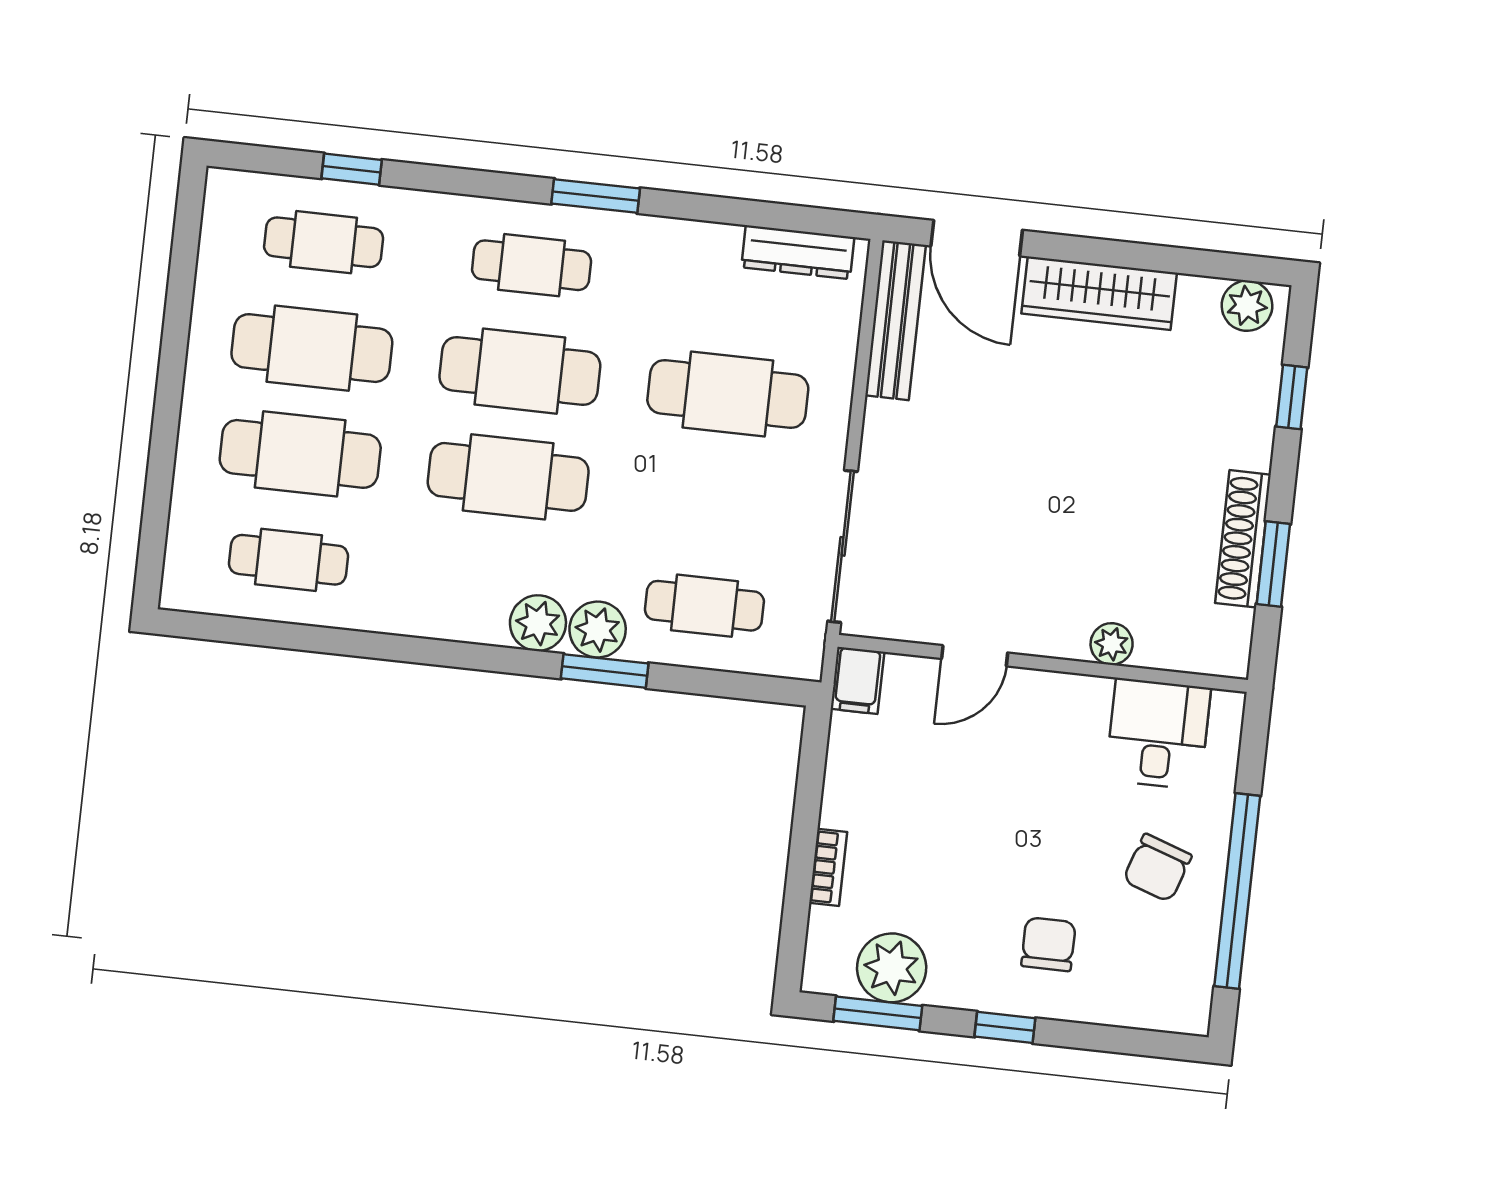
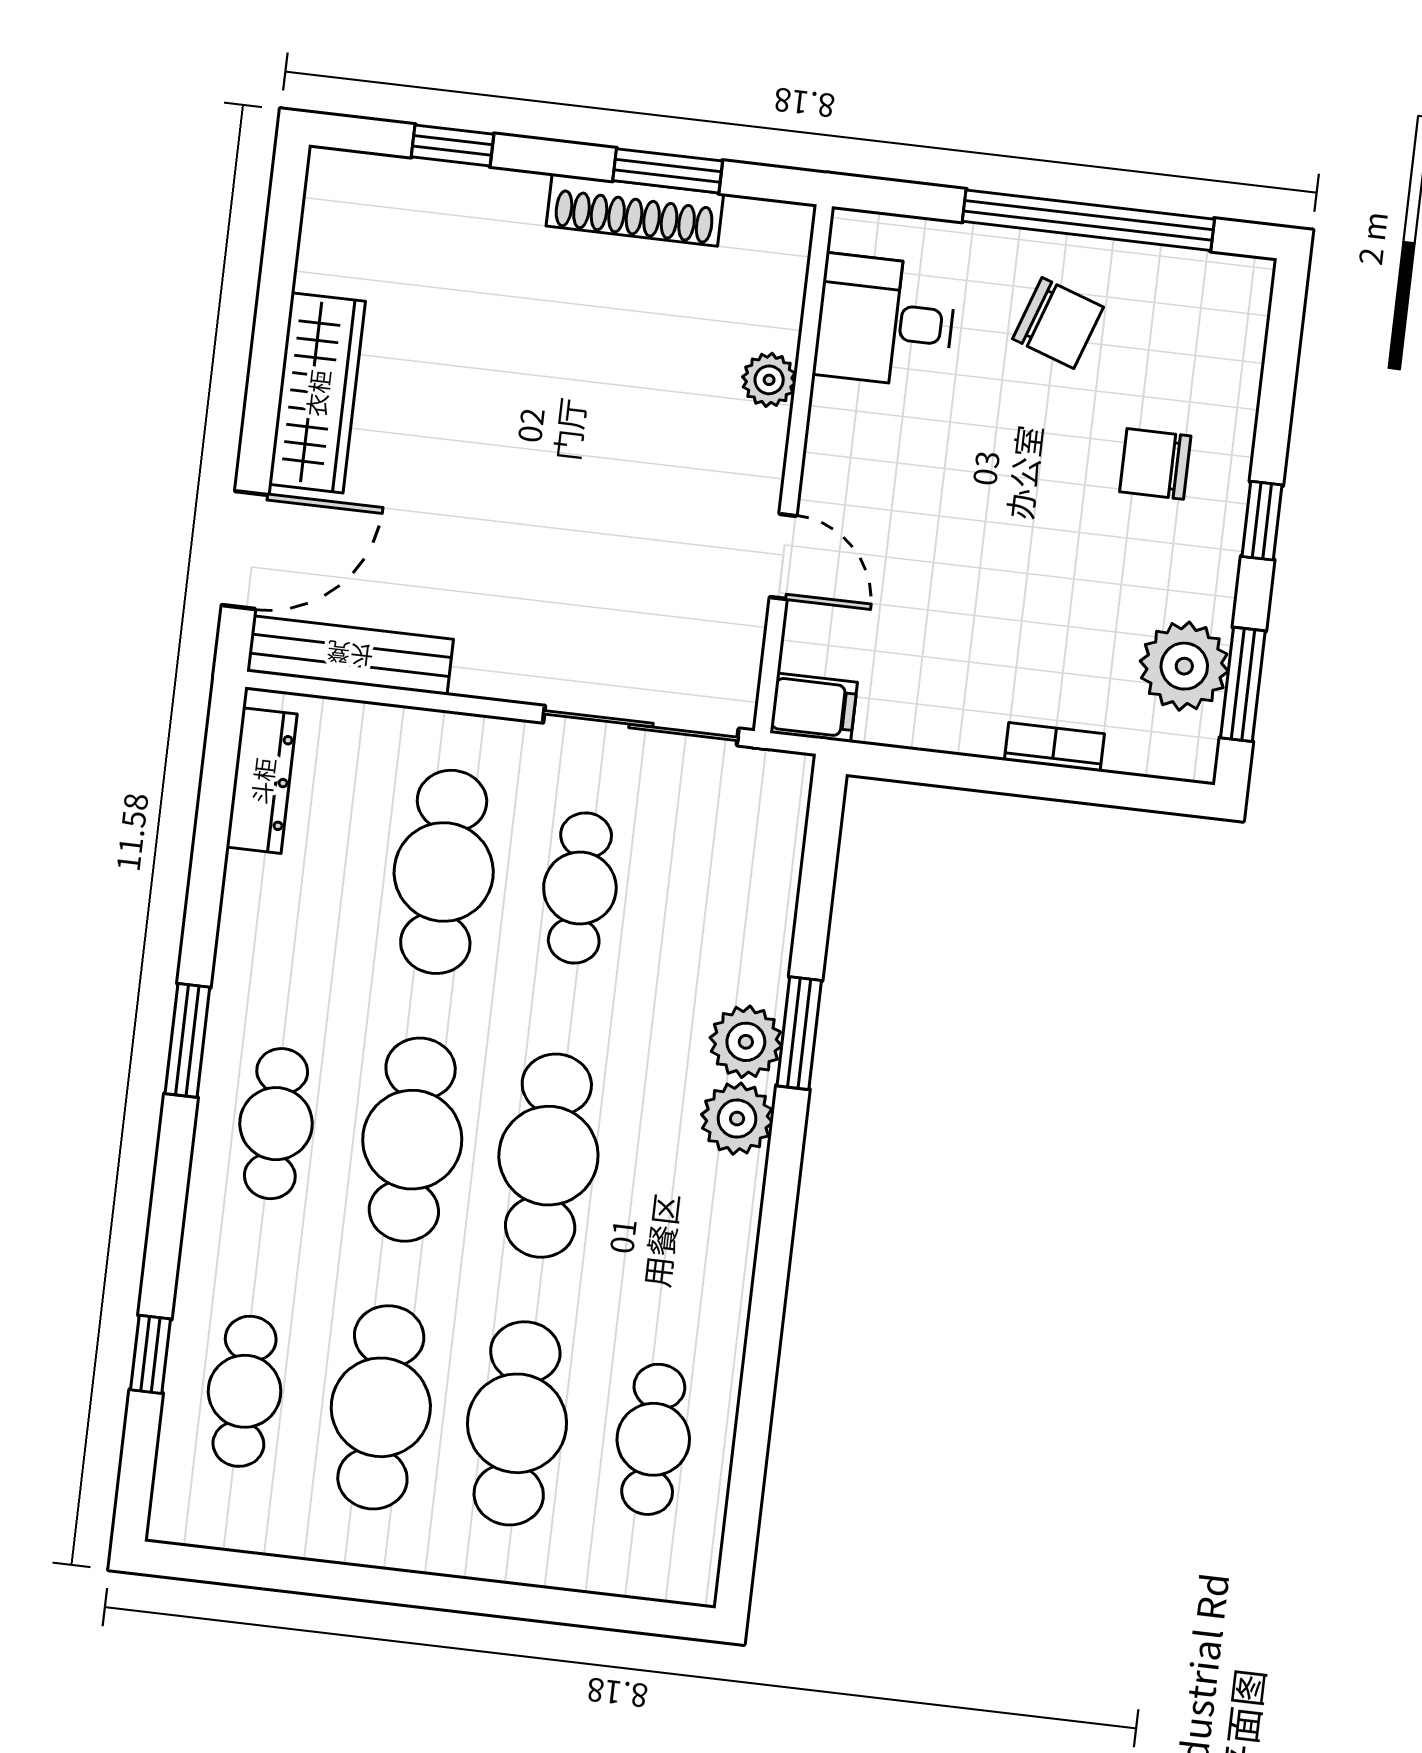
plant: (1247, 306) -> (335, 202), removed
cafe table: (704, 606) -> (580, 888), moved

